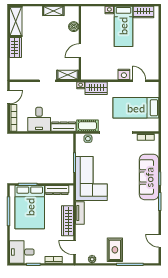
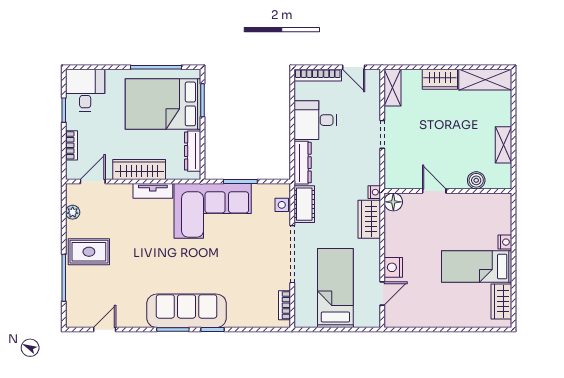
floor lamp: (86, 74) -> (393, 202), added
shelving: (68, 75) -> (393, 88), moved
sofa: (149, 177) -> (187, 311), moved

